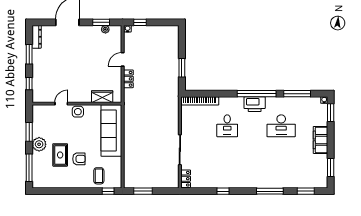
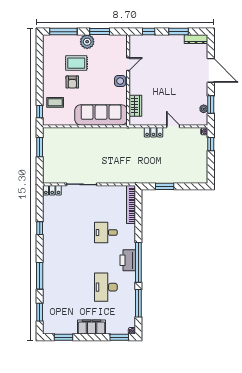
door: (61, 104) -> (128, 64), hinge flipped

